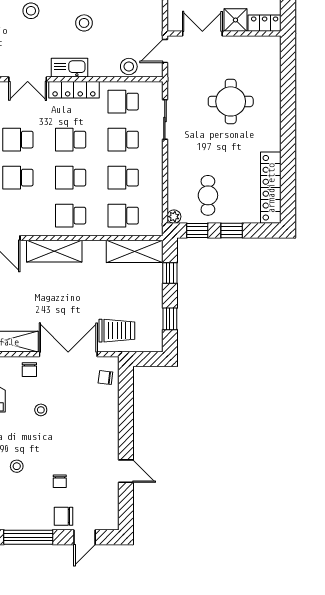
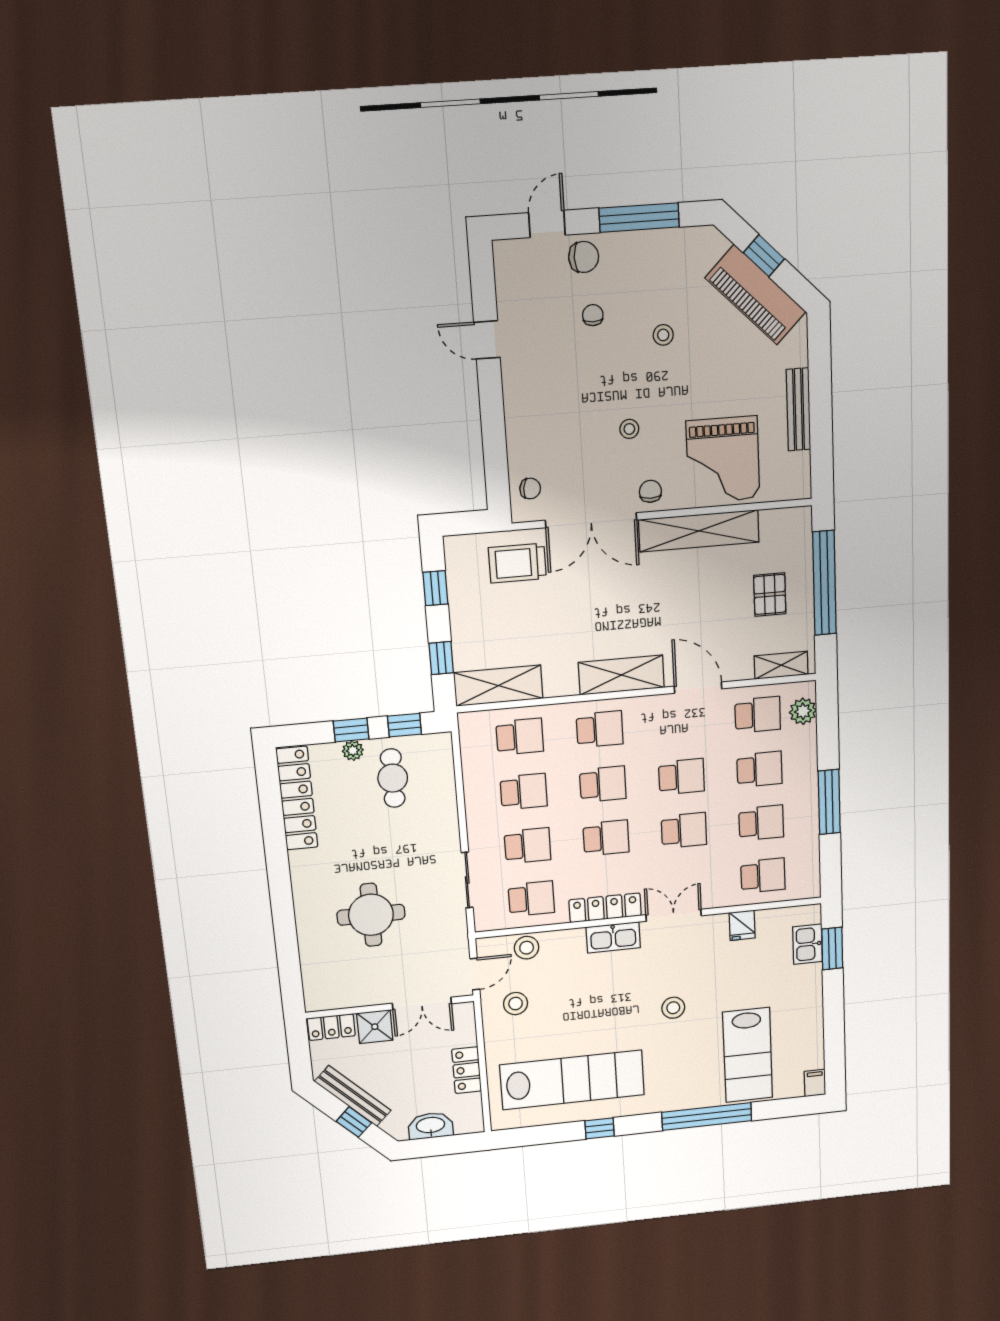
stool: (84, 23) -> (516, 1004), moved
plant: (174, 217) -> (353, 750), moved

